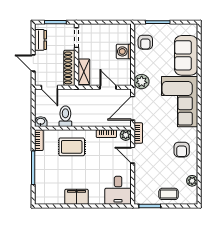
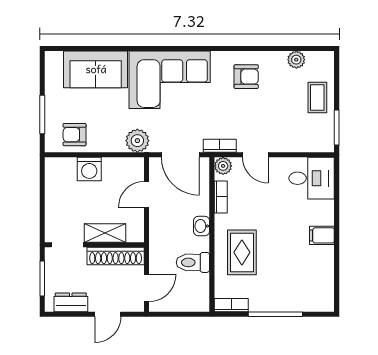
armchair: (145, 42) -> (75, 135), turned 180
shelving: (84, 72) -> (105, 233), moved
washbasin: (41, 122) -> (202, 226), moved
door: (133, 155) -> (255, 155), hinge flipped
filing cabinet: (77, 197) -> (322, 235), width x0.50

